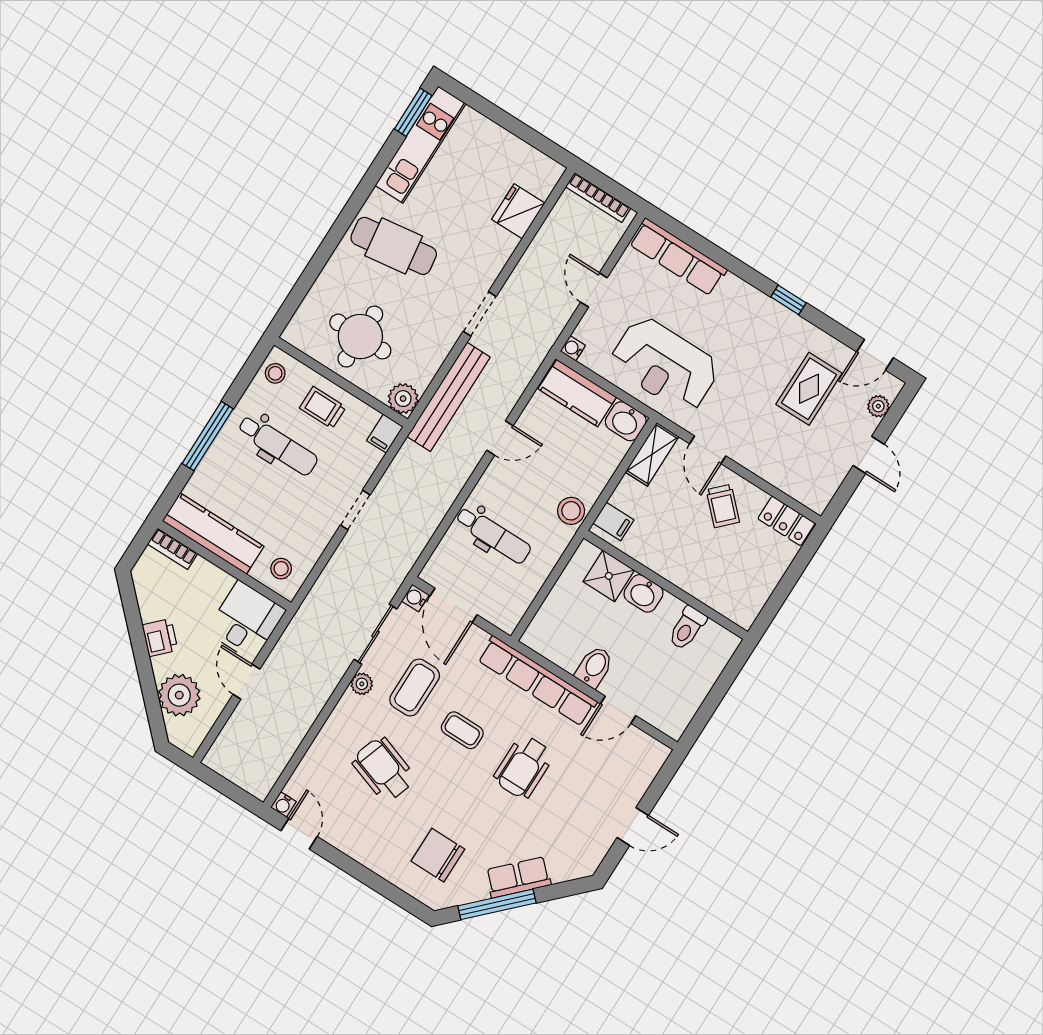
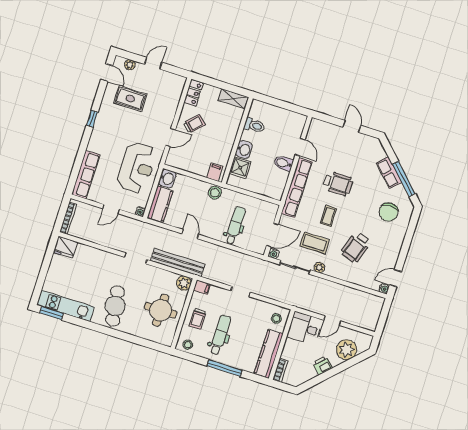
fridge: (518, 211) -> (65, 247), moved
shelving: (652, 454) -> (233, 99), moved

